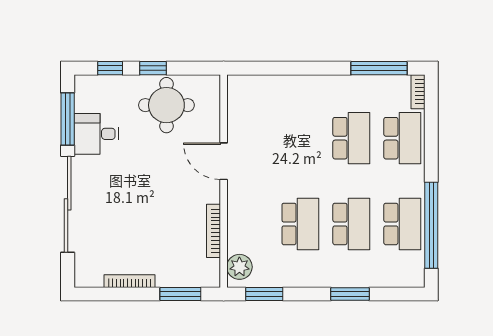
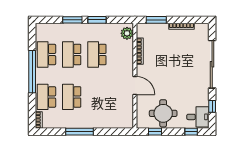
window: (153, 68) -> (155, 132), moved
window: (379, 68) -> (80, 132), moved
window: (68, 119) -> (212, 106), width x0.46
desk: (96, 134) -> (198, 117), moved
window: (431, 225) -> (32, 72), moved
window: (264, 294) -> (97, 20), moved

